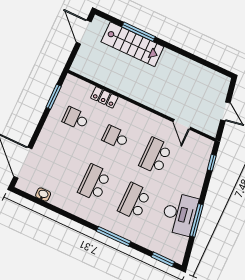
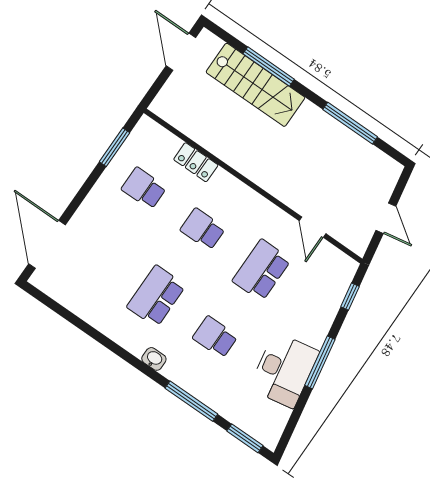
window: (194, 57) -> (350, 123), added
washbasin: (43, 194) -> (154, 359), moved
school desk: (134, 201) -> (215, 337), width x0.54
window: (197, 220) -> (320, 362), moved
window: (113, 236) -> (191, 401), moved

